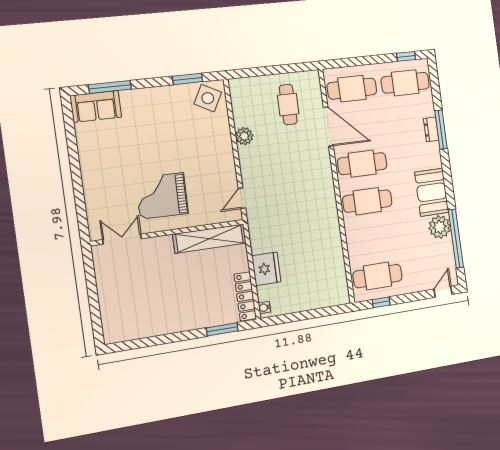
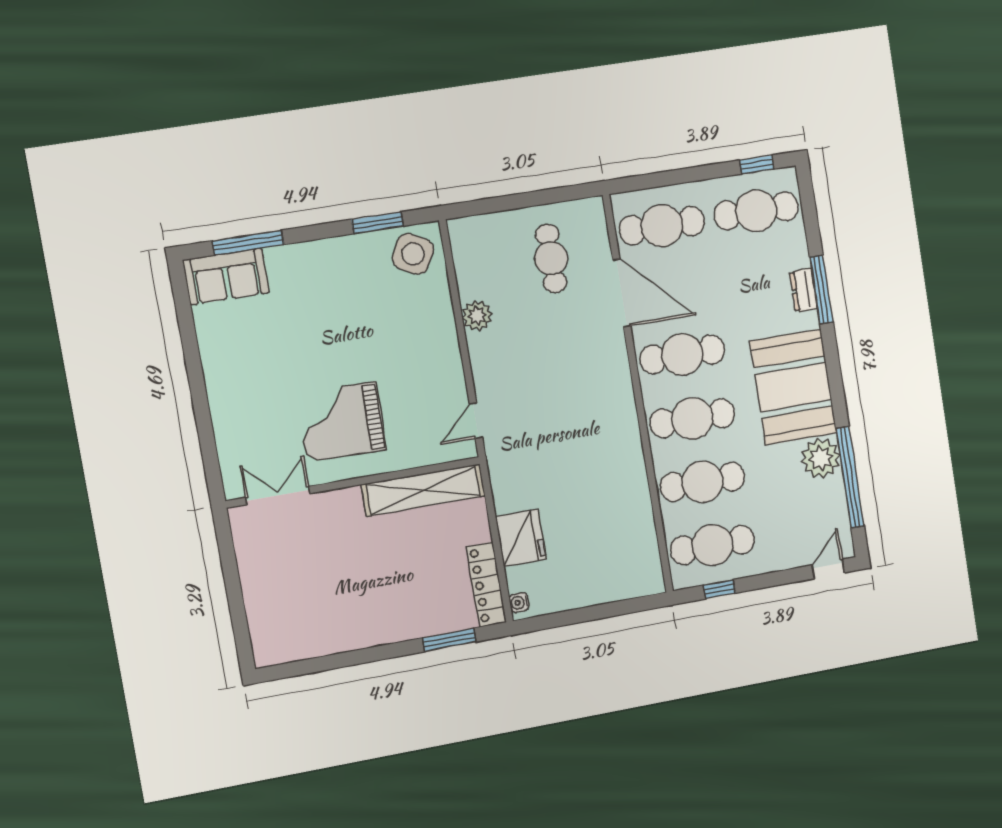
booth: (432, 192) -> (793, 387), width x1.36, depth x1.42
cafe table: (372, 239) -> (703, 482), added

